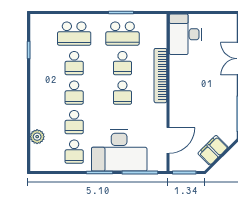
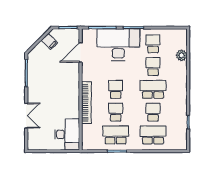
school desk: (74, 93) -> (153, 89), width x1.85
filing cabinet: (213, 150) -> (49, 41), width x0.50

